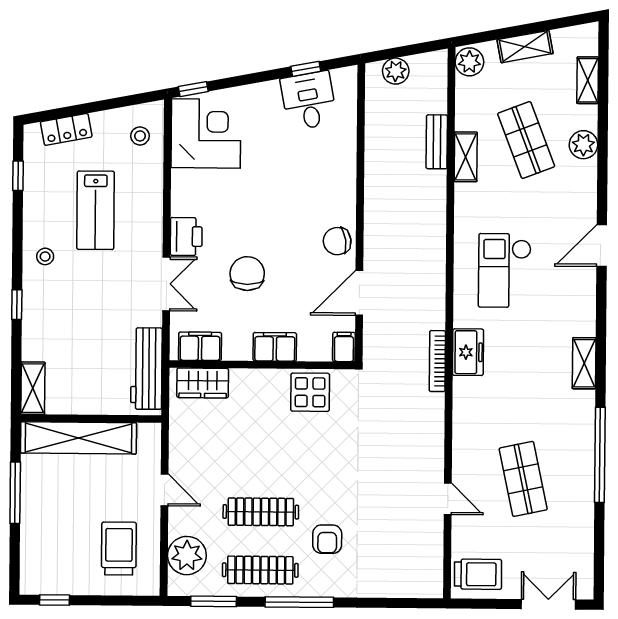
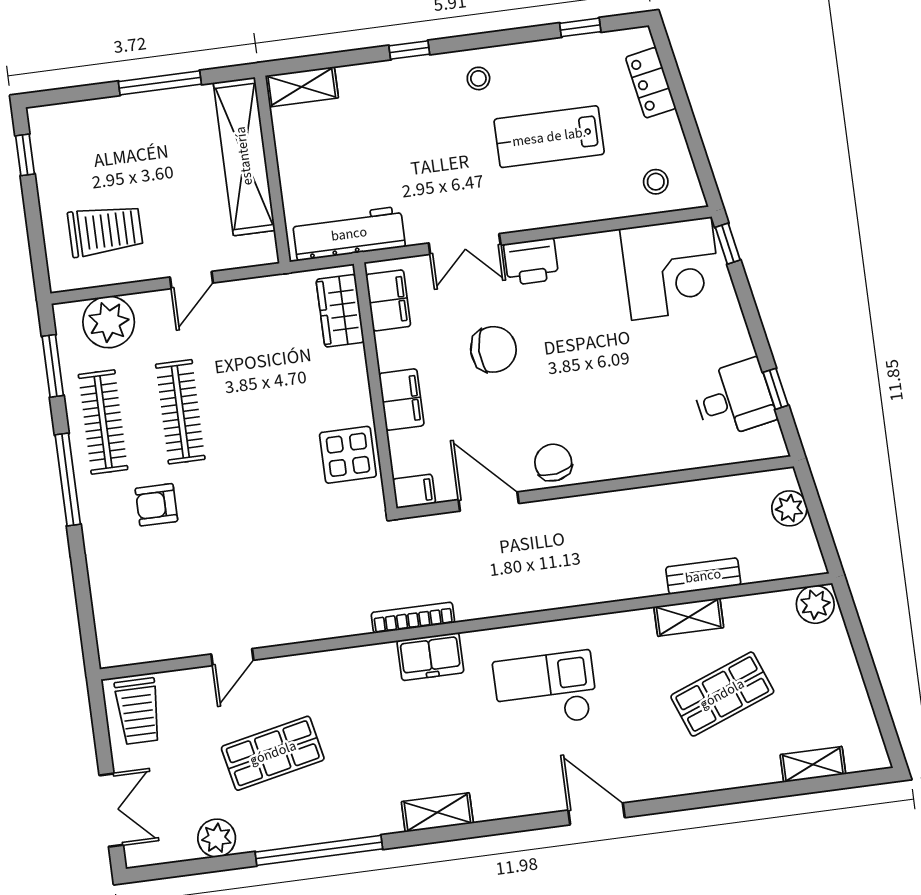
shelving: (525, 47) -> (846, 675), removed
plant: (583, 145) -> (217, 838), moved

